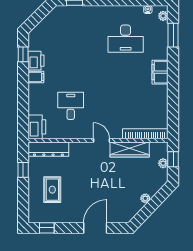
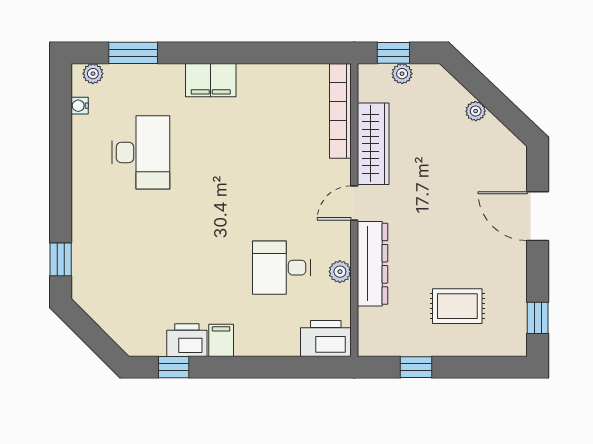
plant: (69, 134) -> (340, 272), added
dresser: (48, 149) -> (373, 264), moved

